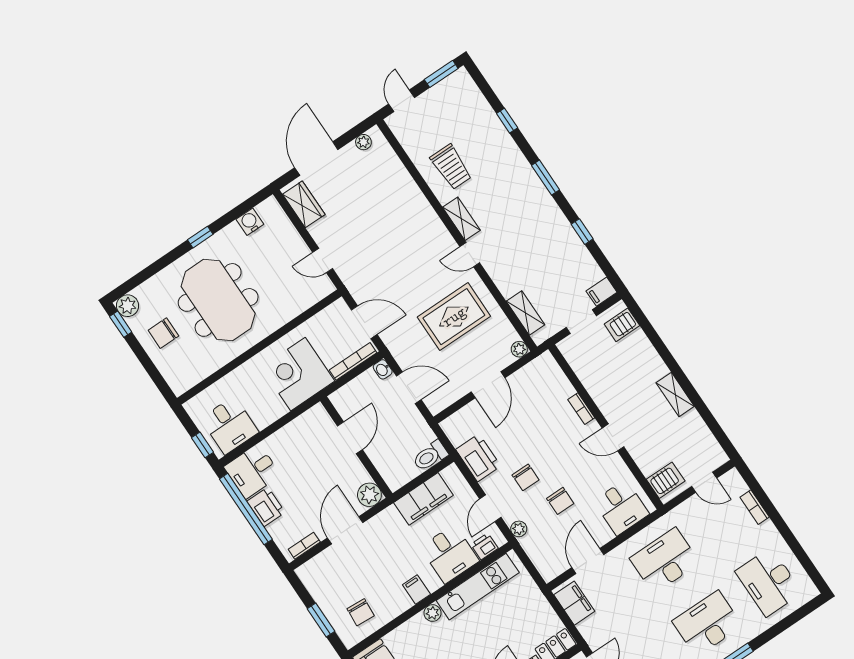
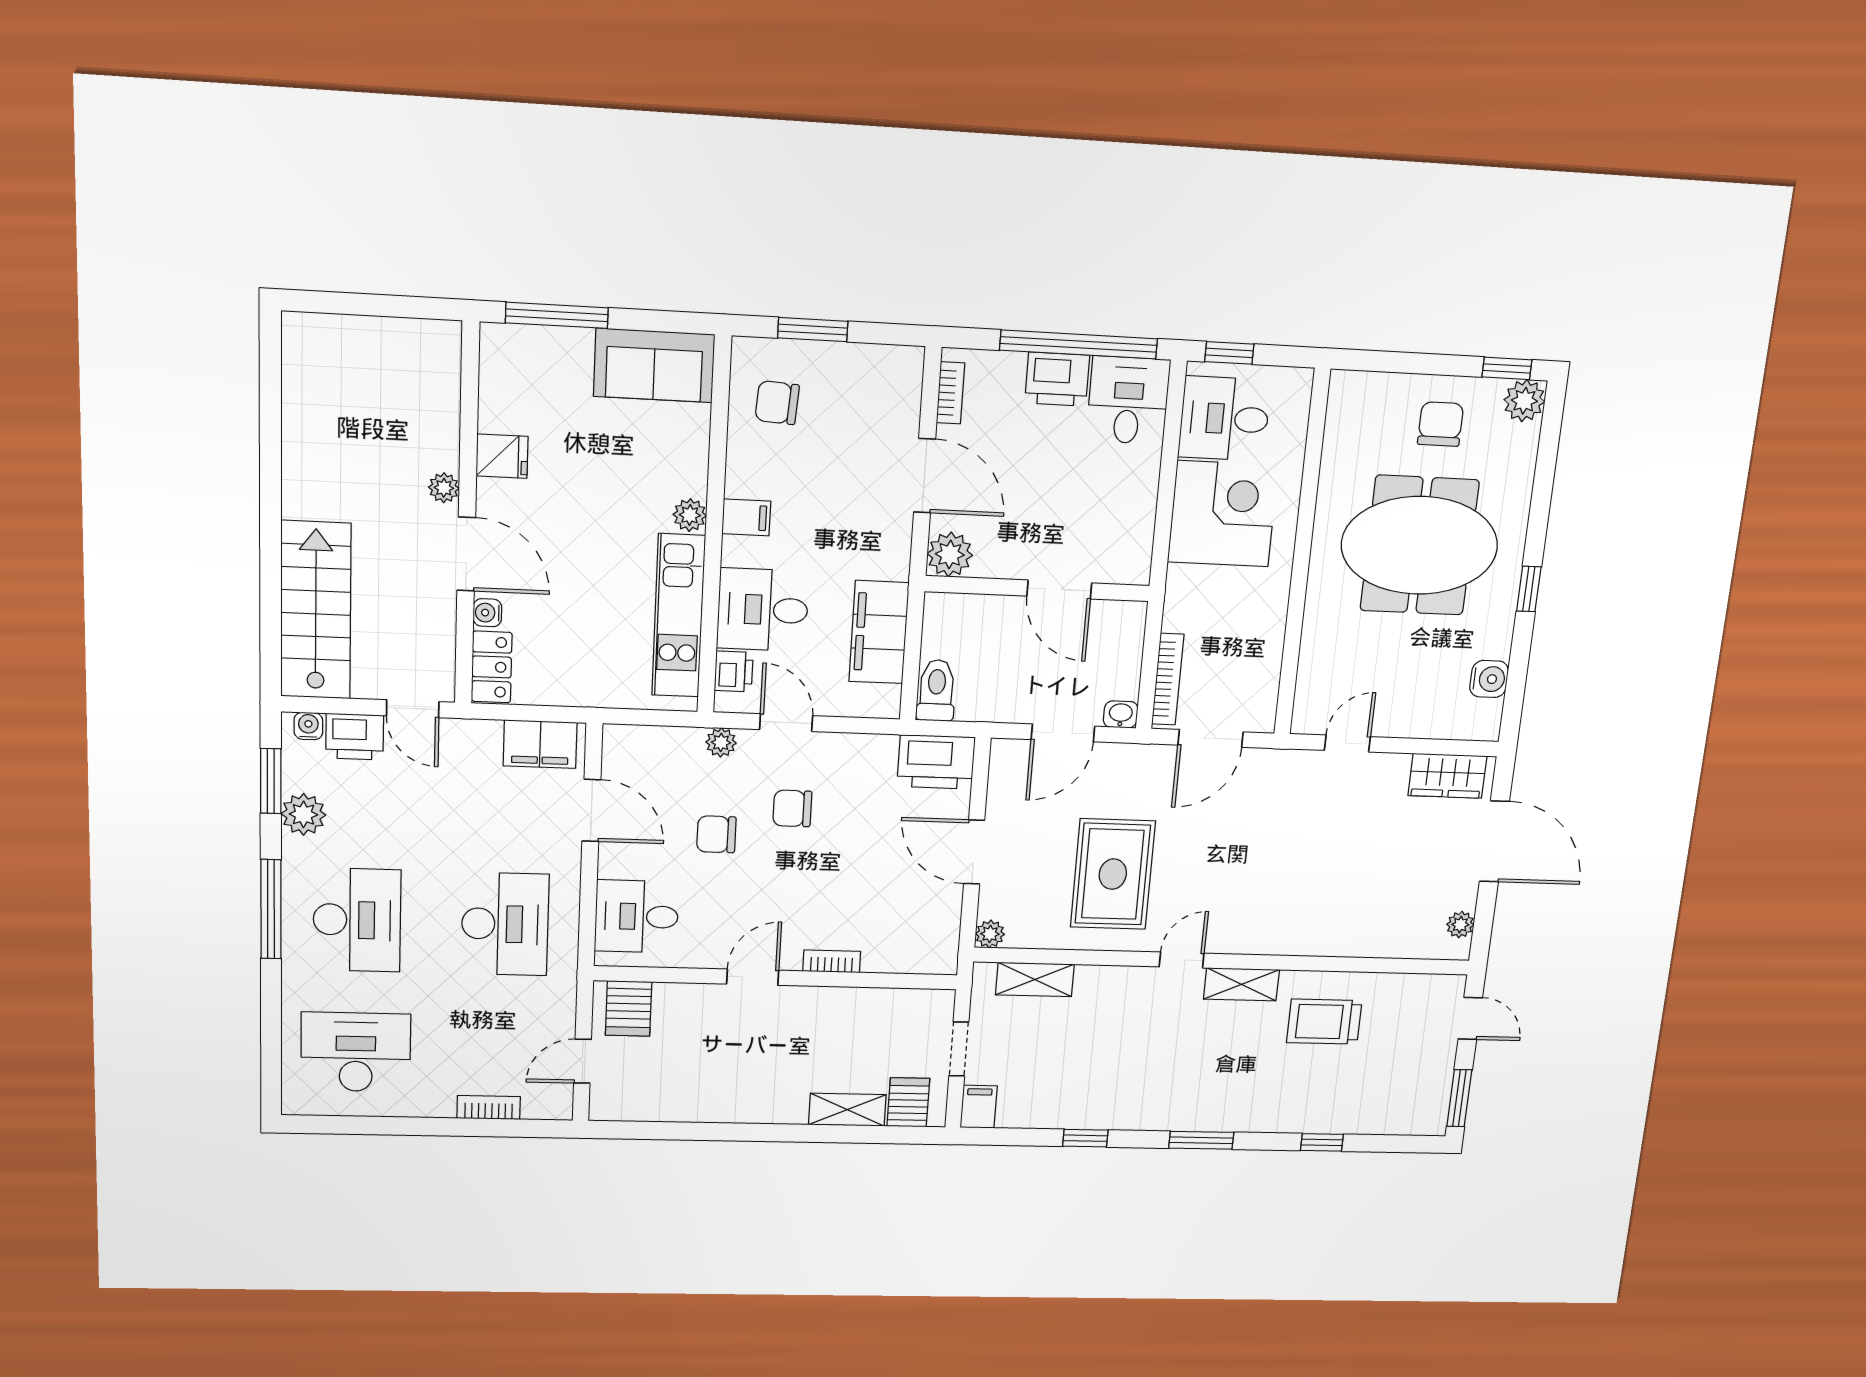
corner desk: (298, 374) -> (1223, 514), moved
shelving: (675, 395) -> (847, 1110), moved
printer: (478, 458) -> (936, 762), moved

